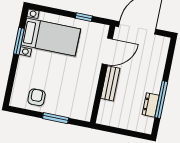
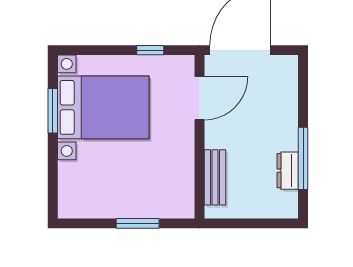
bed with nightstands: (51, 37) -> (103, 107), width x1.36
bench: (110, 83) -> (215, 177), moved
armchair: (37, 97) -> (100, 196), removed

